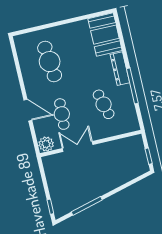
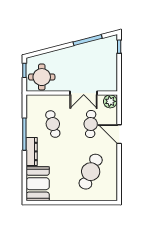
cafe table: (50, 62) -> (91, 172), turned 30
round table: (128, 153) -> (42, 77), added

